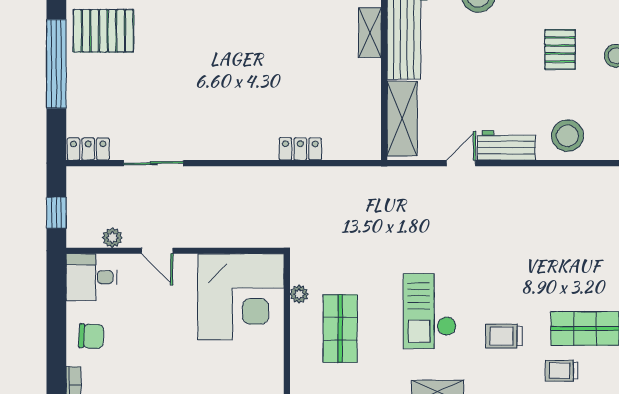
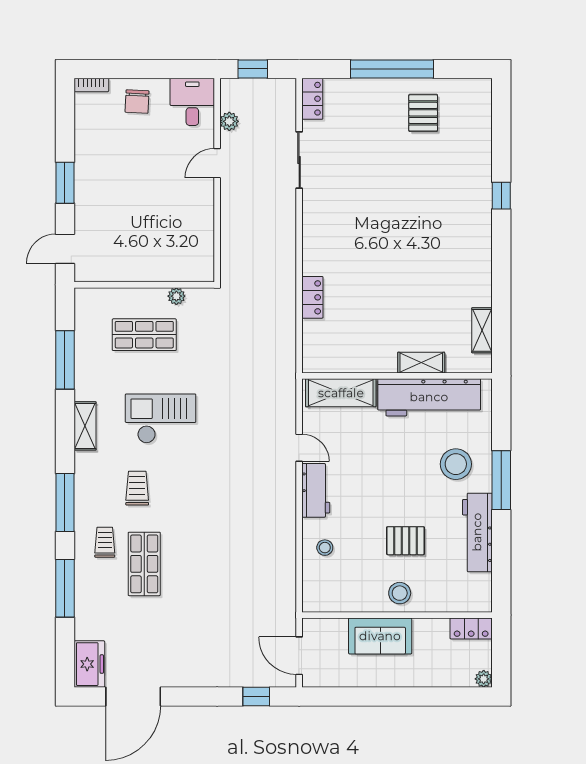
pallet: (103, 31) -> (423, 113), width x0.67, depth x0.71
stool: (567, 136) -> (325, 548), width x0.53, depth x0.53
corner desk: (241, 297) -> (174, 242), removed

